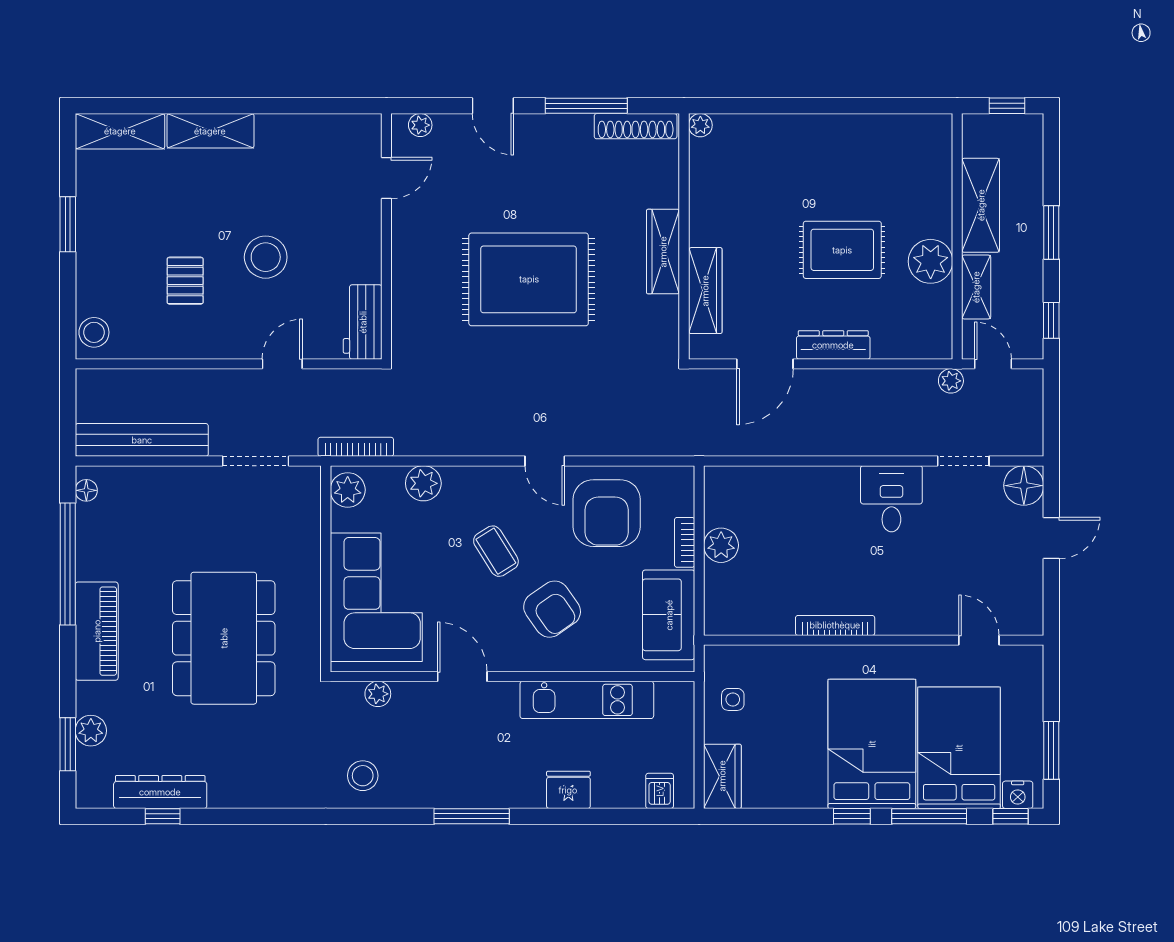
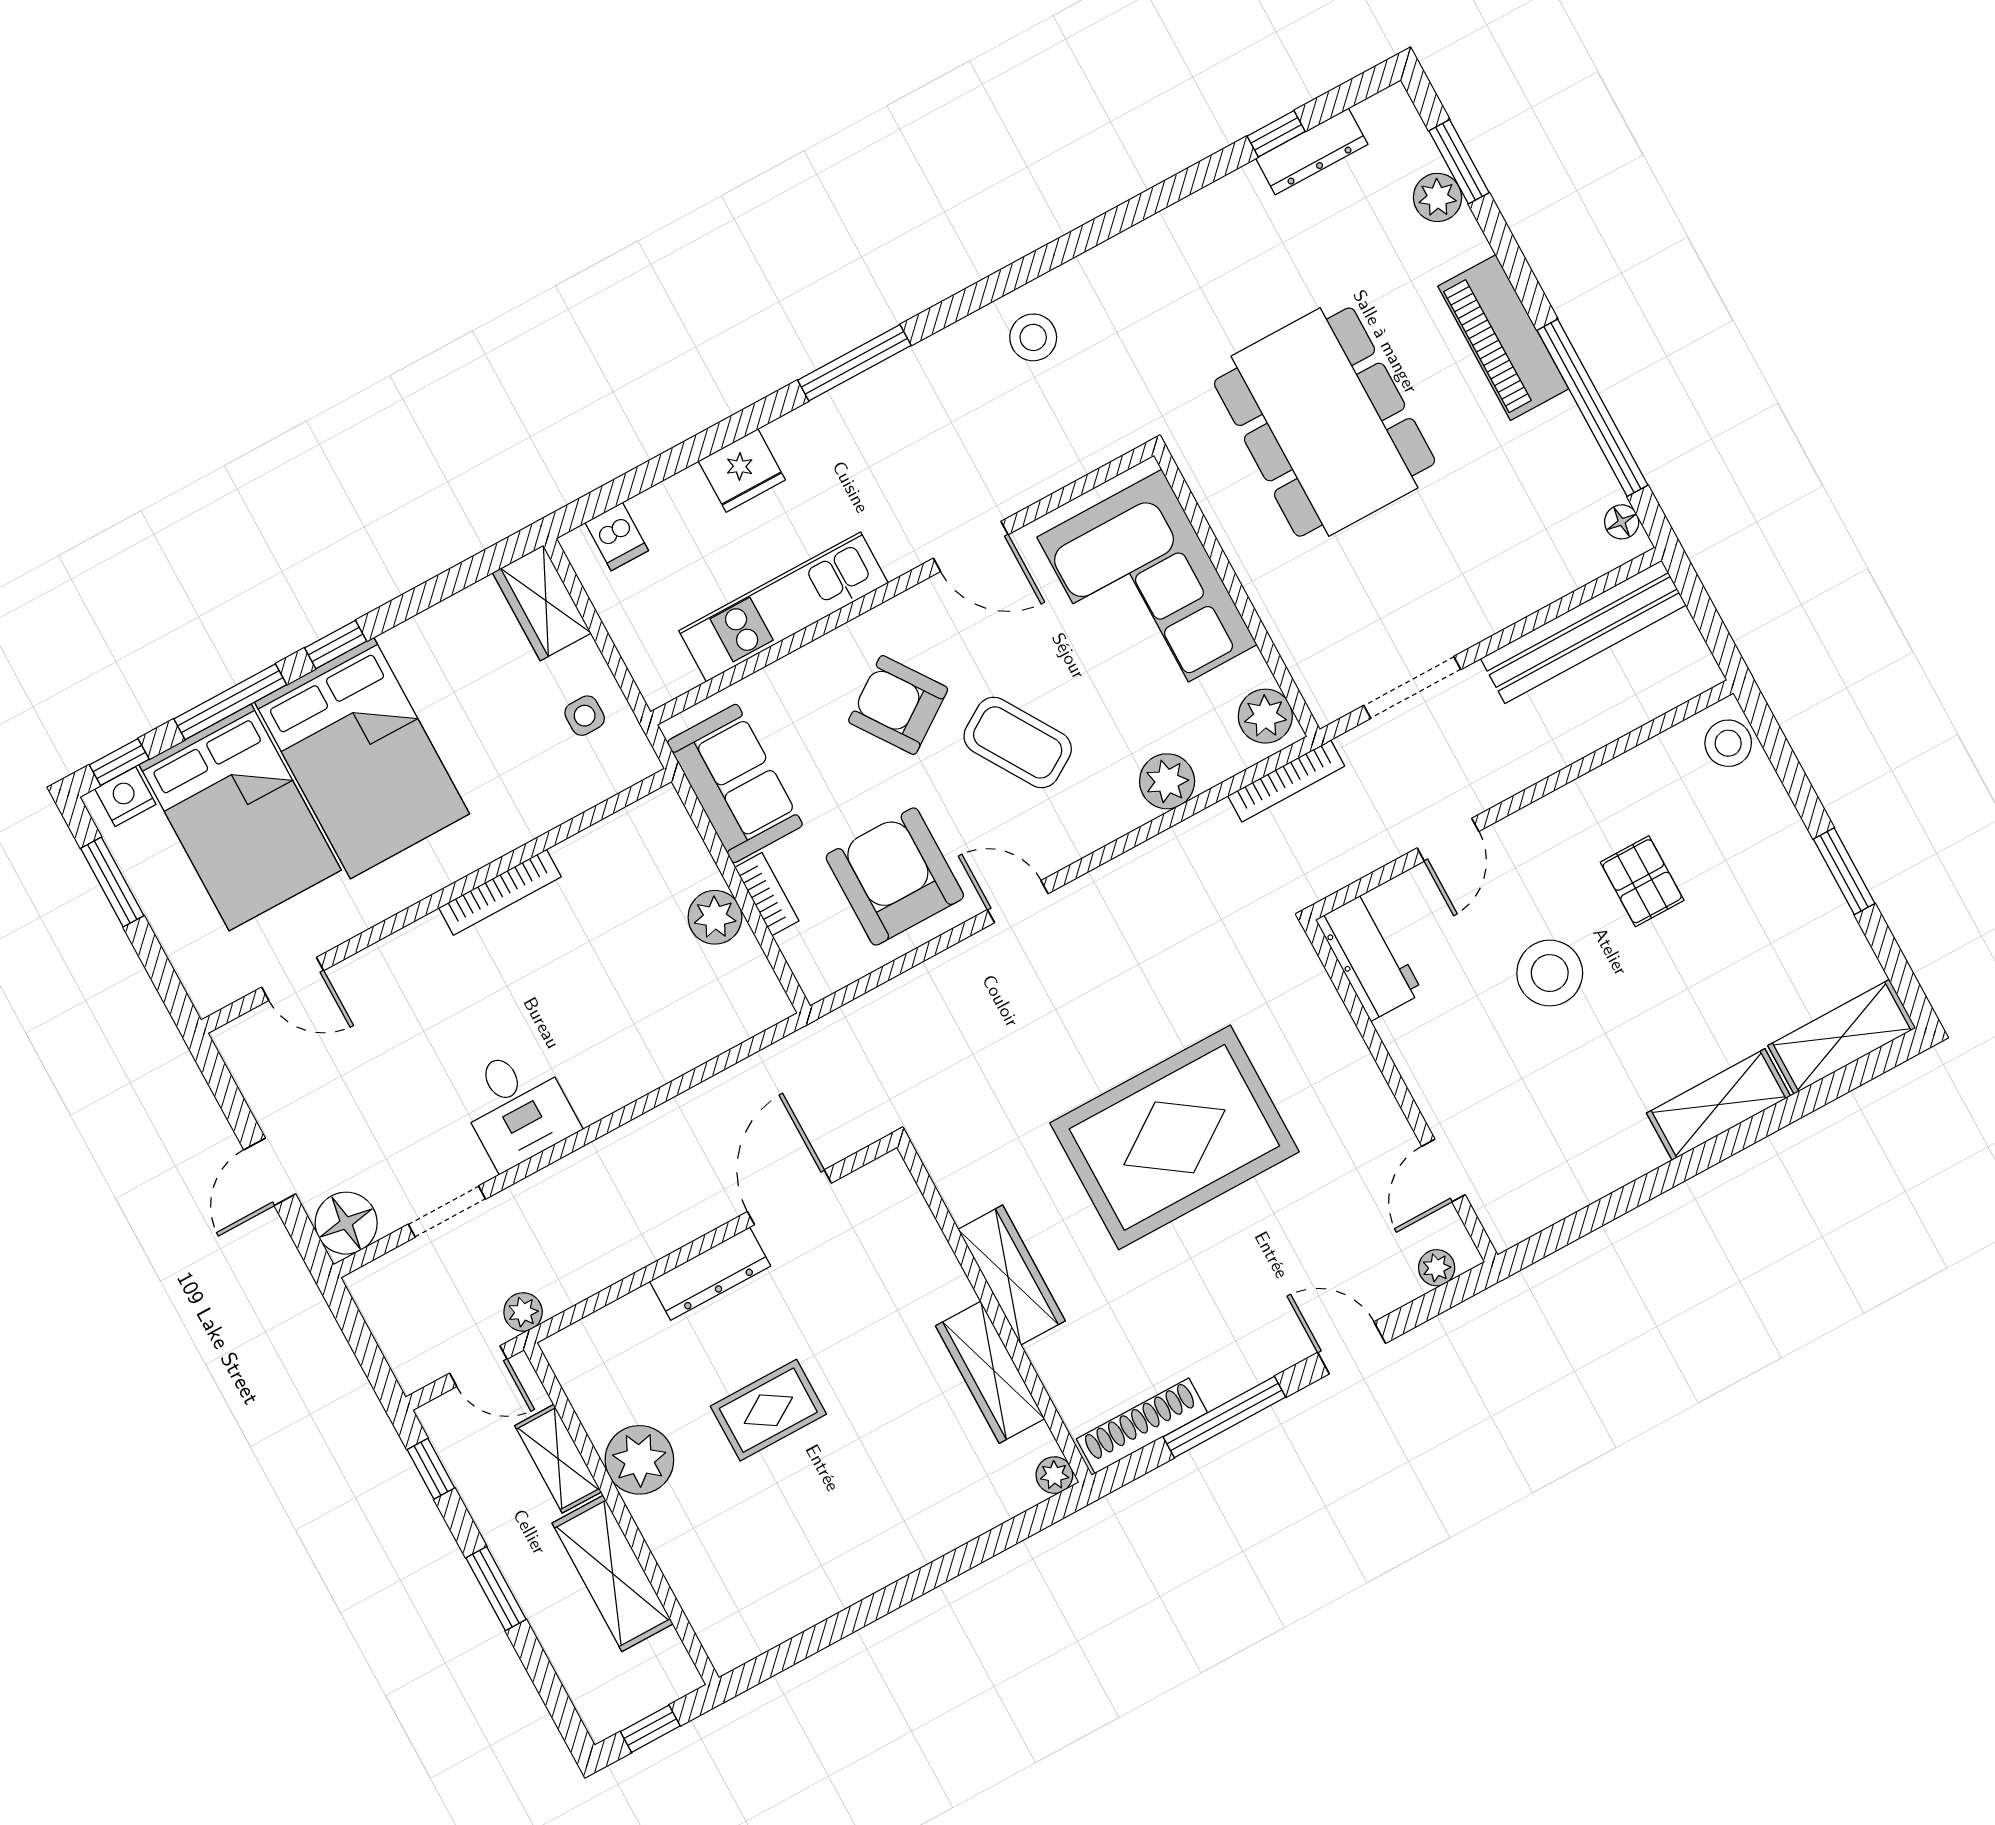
rug: (842, 250) -> (768, 1410), width x0.73, depth x0.70
wardrobe: (705, 291) -> (990, 1372), moved
coffee table: (496, 551) -> (1018, 742), width x1.36, depth x1.30
plant: (378, 694) -> (1073, 460), removed
dresser: (160, 792) -> (1312, 151), width x0.73, depth x0.80

